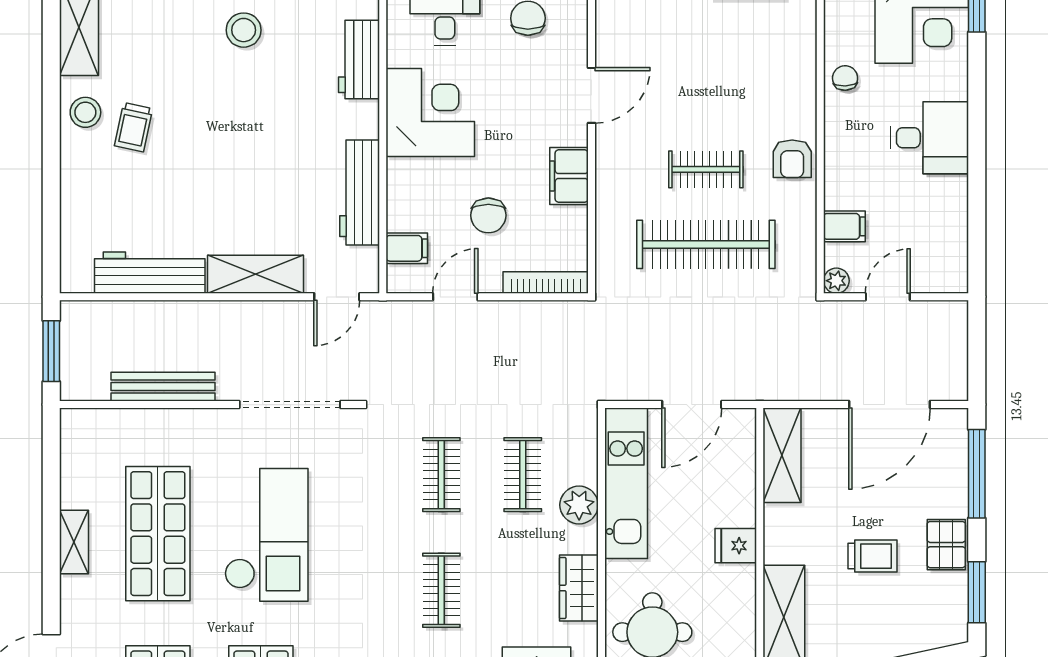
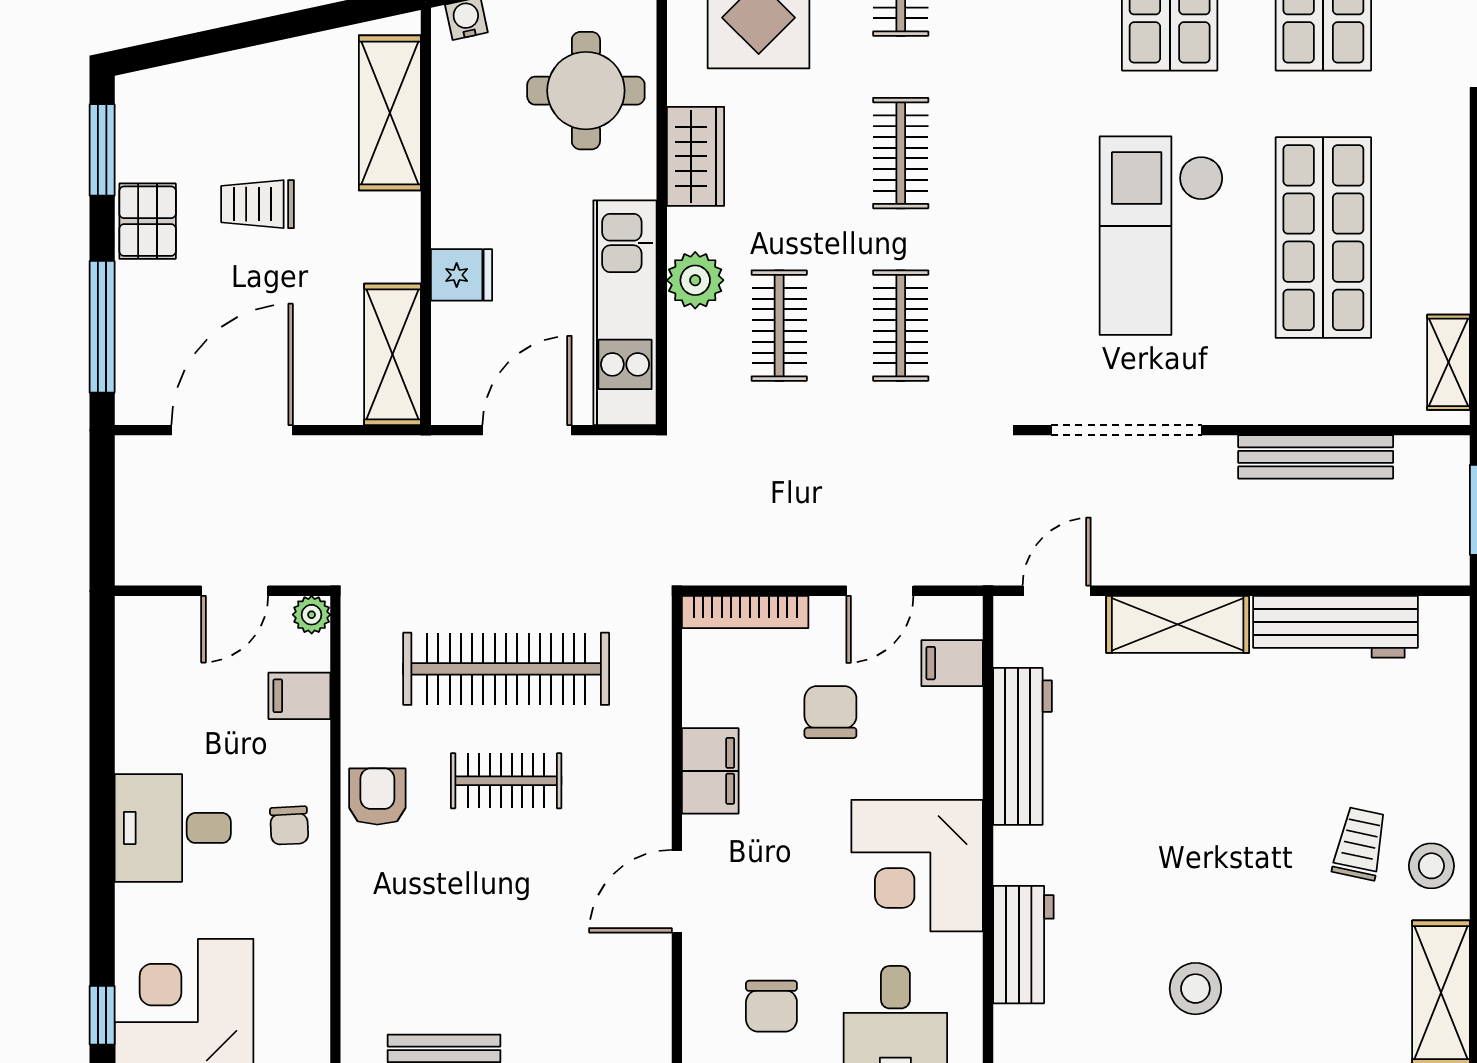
chair: (845, 78) -> (289, 826), moved
shelving: (74, 542) -> (1448, 362), moved
fridge: (736, 546) -> (462, 275), moved

